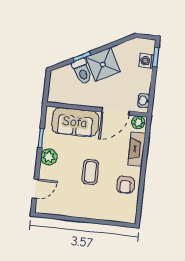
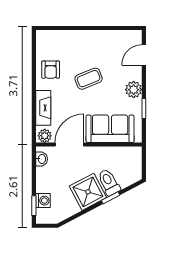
coffee table: (90, 172) -> (89, 79), turned 69
armchair: (126, 185) -> (51, 70), turned 180

